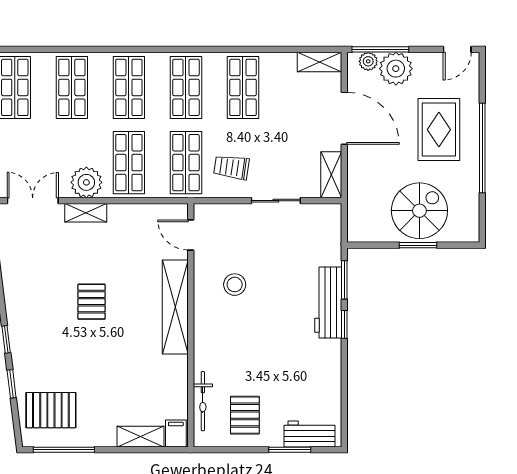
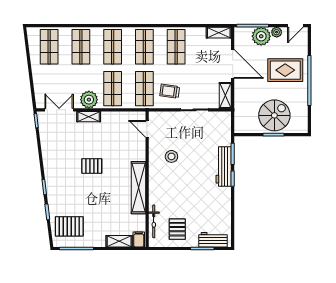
plant: (368, 61) -> (277, 32), moved
rug: (439, 130) -> (285, 70), turned 90
pallet: (92, 302) -> (92, 166), turned 90
shelving: (175, 307) -> (138, 188), moved

